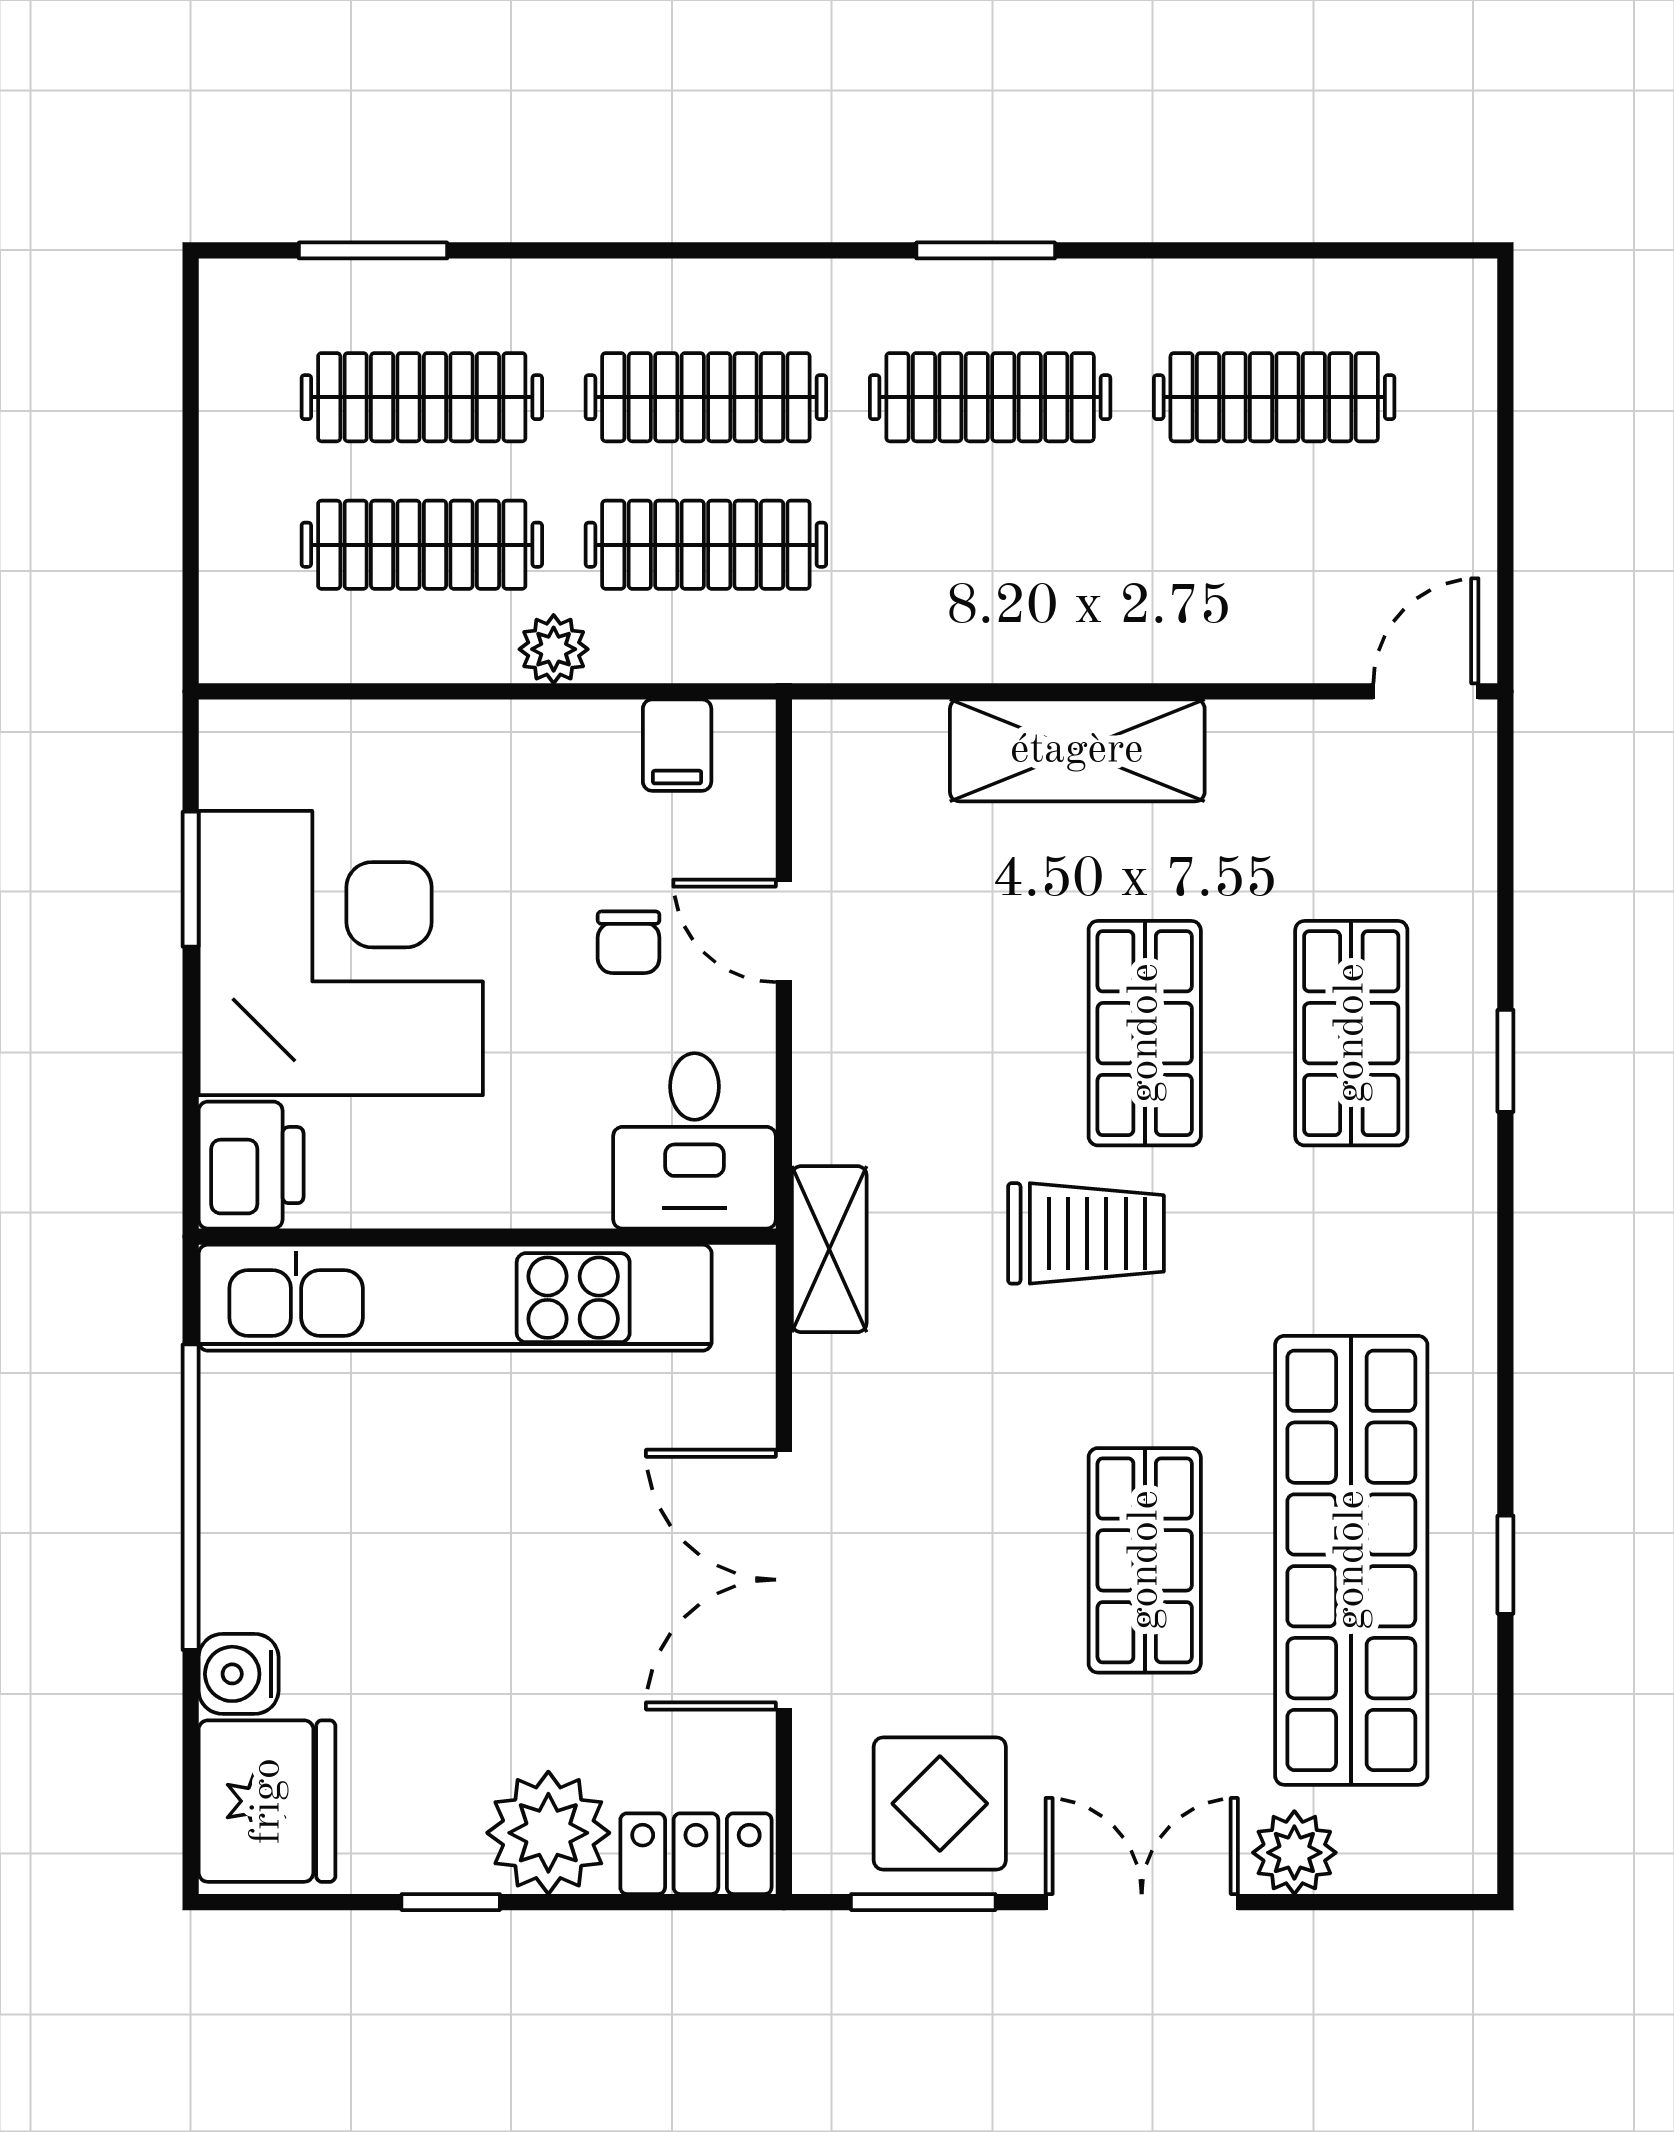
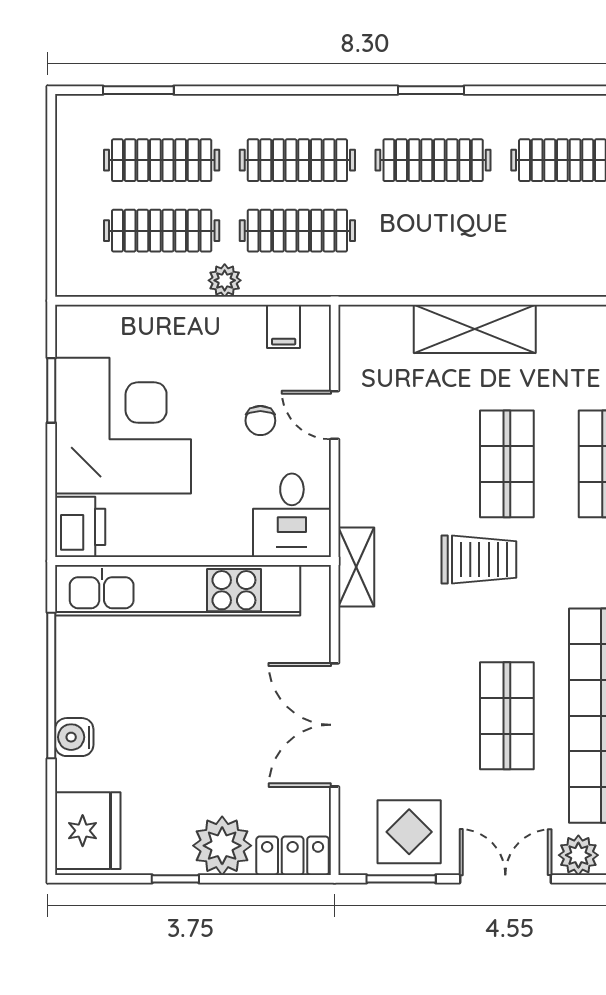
water cooler: (239, 1674) -> (74, 737), moved

